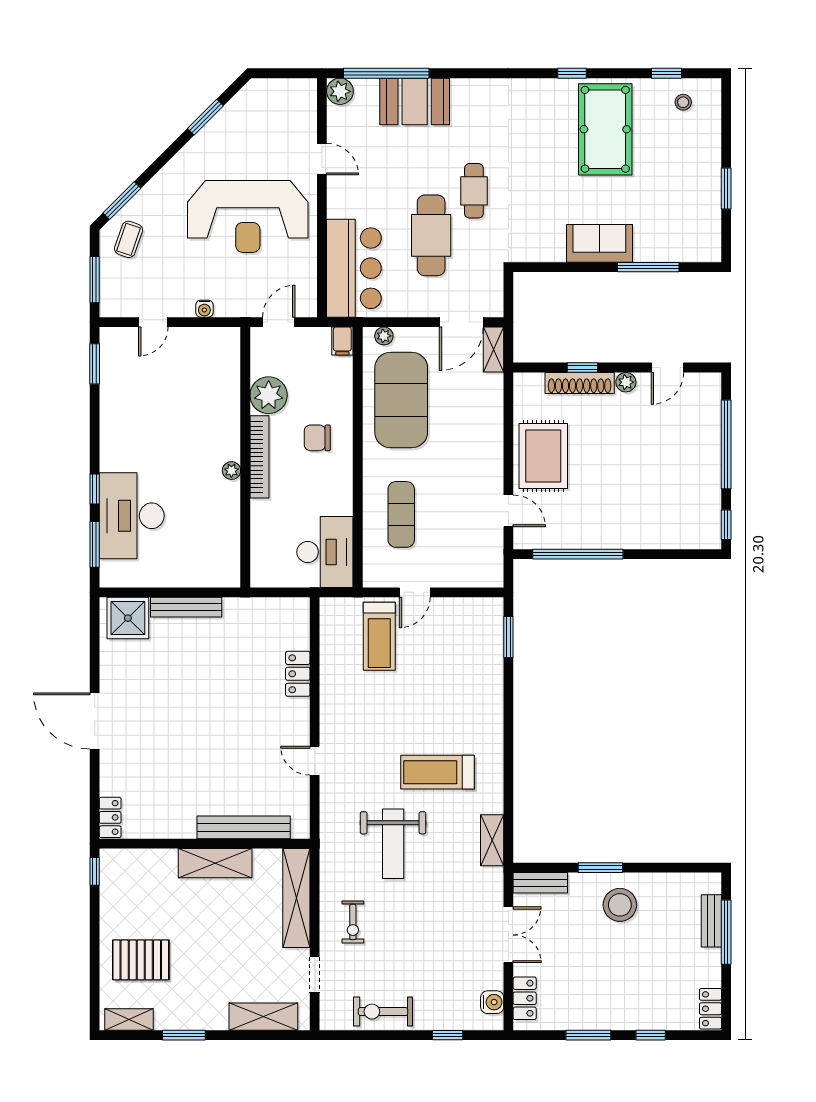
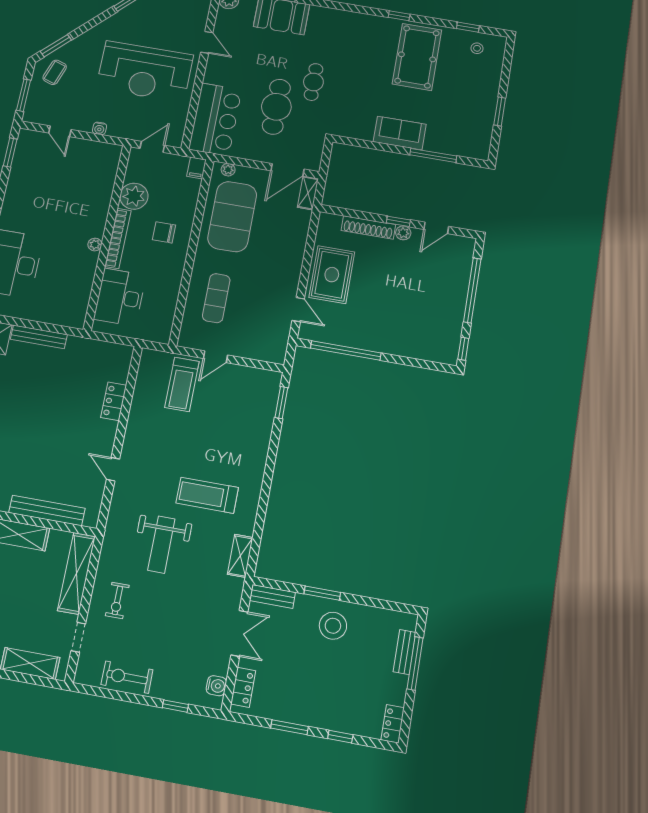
door: (153, 322) -> (60, 131), hinge flipped
window: (582, 368) -> (398, 221), moved
desk: (325, 552) -> (120, 297), moved, turned 180

